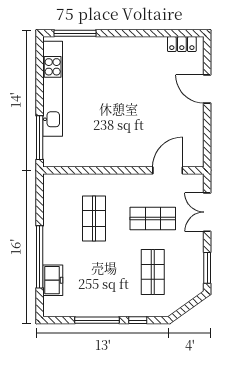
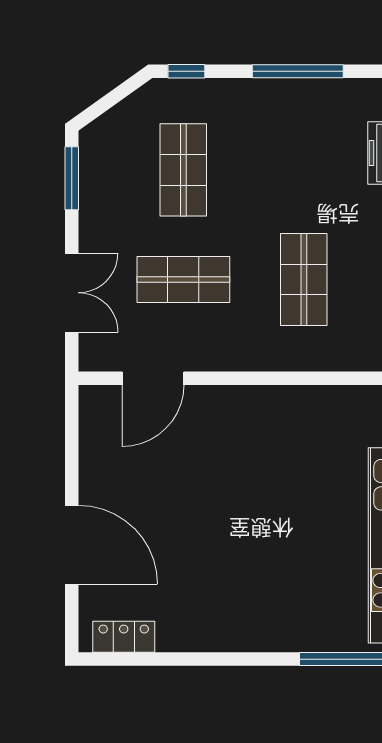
door: (207, 89) -> (72, 545), width x1.36
window: (138, 320) -> (186, 71), moved

